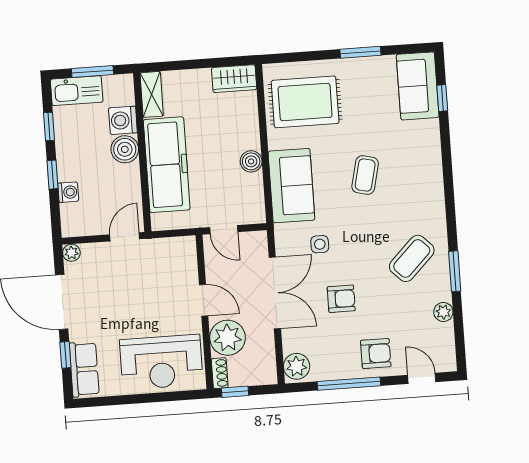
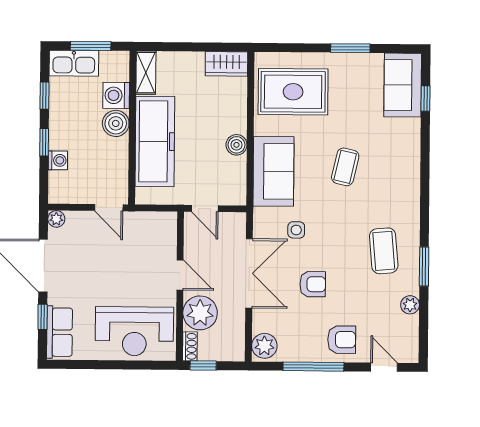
door: (125, 237) -> (109, 208), swing flipped
coffee table: (412, 258) -> (384, 251), turned -50

